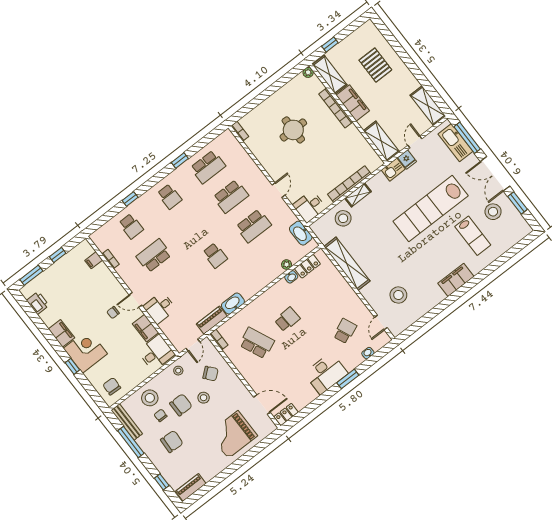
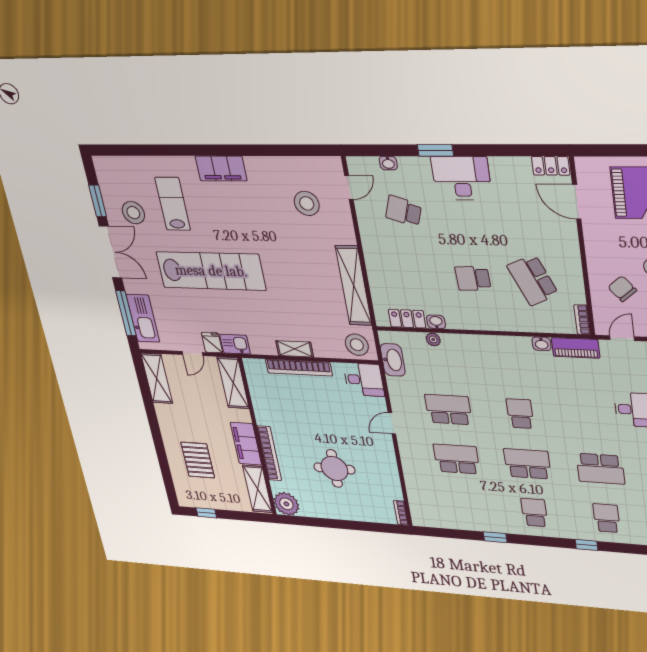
window: (330, 45) -> (206, 513), moved
plant: (308, 72) -> (286, 504), width x1.88, depth x1.88
school desk: (208, 167) -> (527, 464), moved
stool: (343, 218) -> (357, 345), moved
washbasin: (233, 304) -> (542, 344), width x0.52, depth x0.69
school desk: (345, 331) -> (404, 211), turned 42

